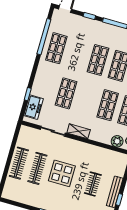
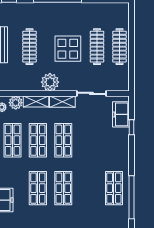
shop shelf: (66, 93) -> (63, 140), moved
shelving: (100, 137) -> (36, 101), added
plant: (84, 150) -> (50, 82), added
clothes rail: (93, 184) -> (29, 47), width x1.36

